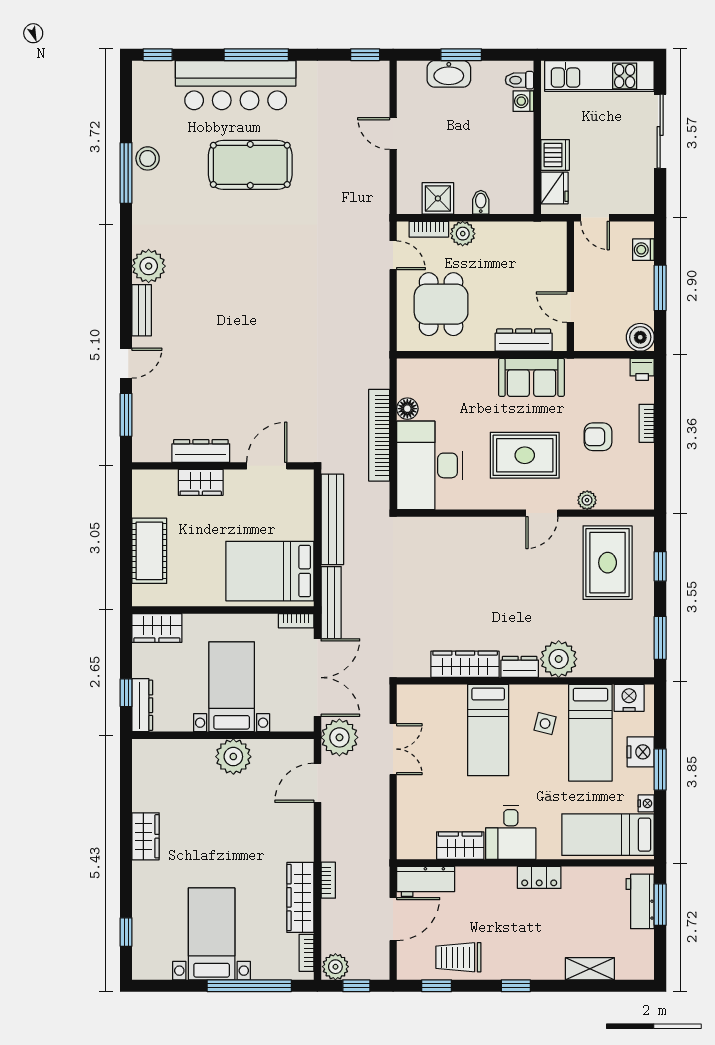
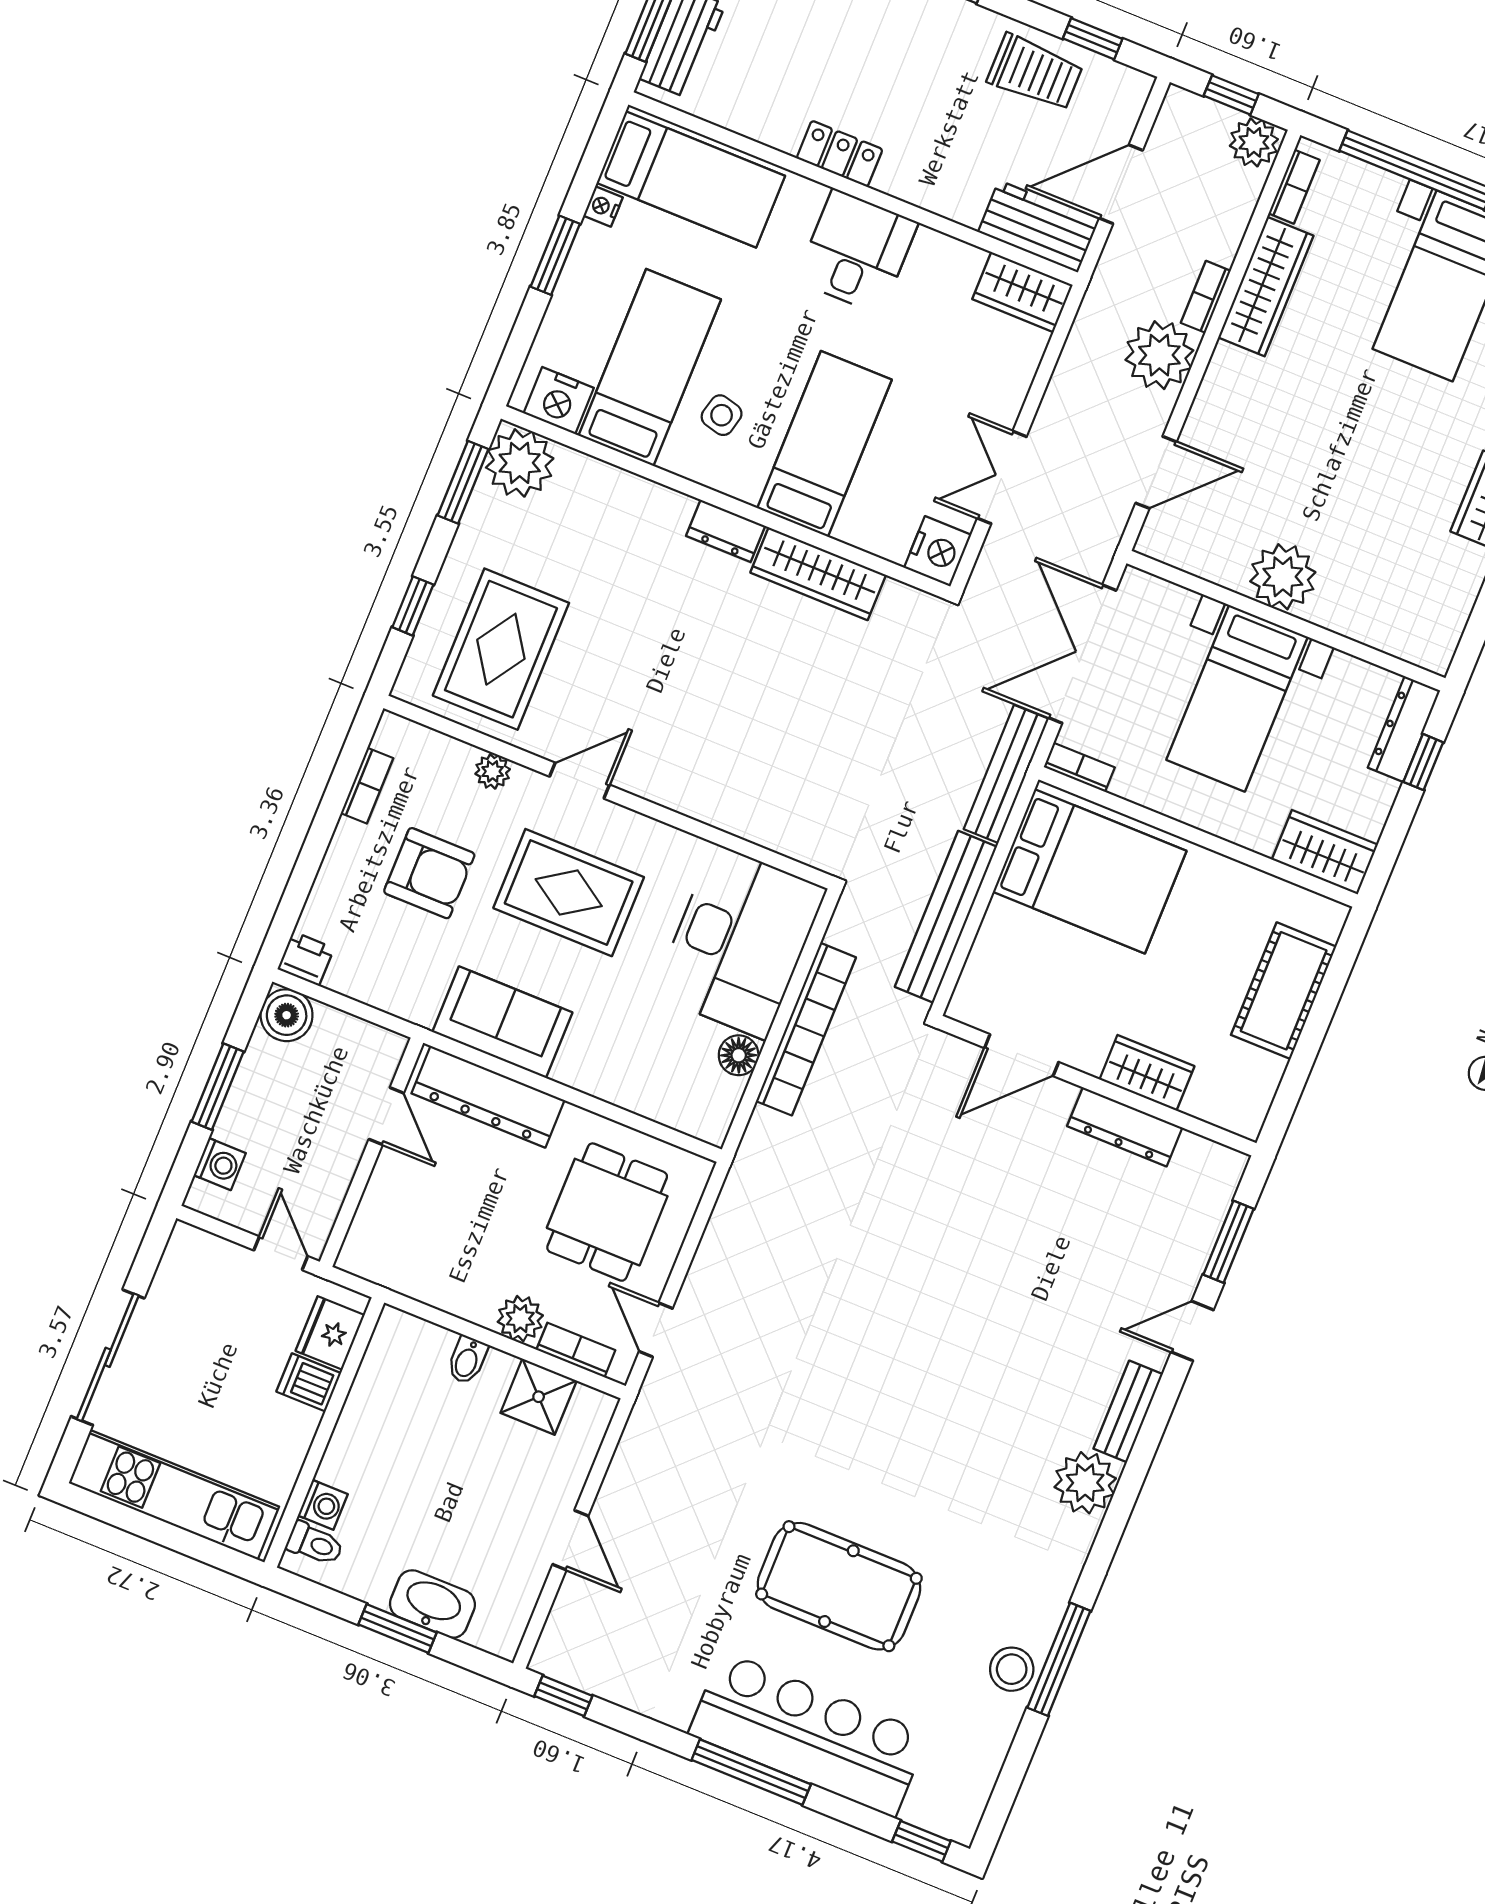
dishwasher: (555, 155) -> (309, 1382), width x0.73
dresser: (524, 340) -> (488, 1097), width x1.37, depth x1.24
bookcase: (647, 423) -> (367, 786), moved
armchair: (598, 437) -> (429, 873), width x1.38, depth x1.38
plant: (559, 659) -> (520, 463), moved
plant: (339, 737) -> (1159, 355), moved
nightstand: (641, 752) -> (938, 551), moved, turned 180
wardrobe: (460, 846) -> (1023, 292), moved

